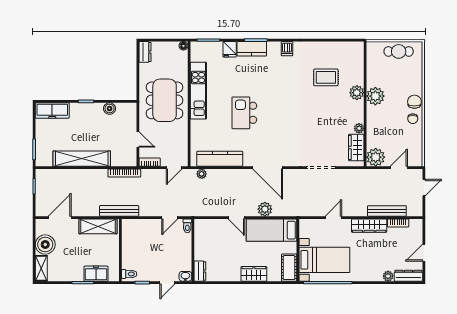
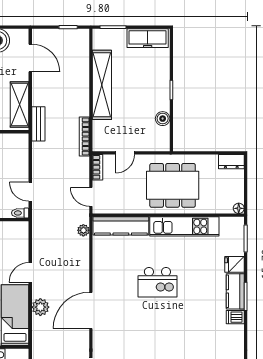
dishwasher: (287, 49) -> (235, 317), moved
freezer: (52, 110) -> (148, 38), moved, turned -90
kitchen island: (244, 113) -> (157, 282), turned 180
kitchen counter: (220, 159) -> (121, 226), moved, turned 90
bench: (119, 211) -> (38, 124), width x0.73

